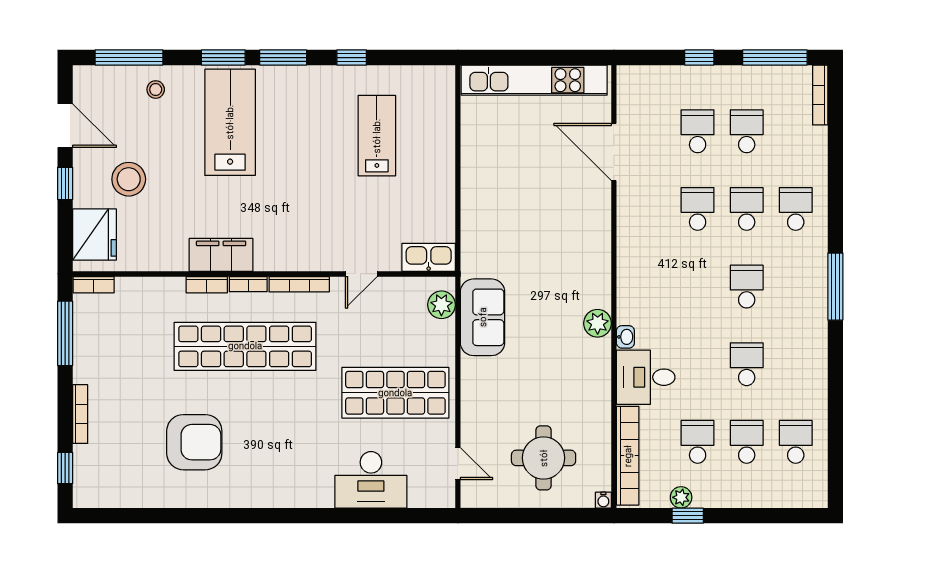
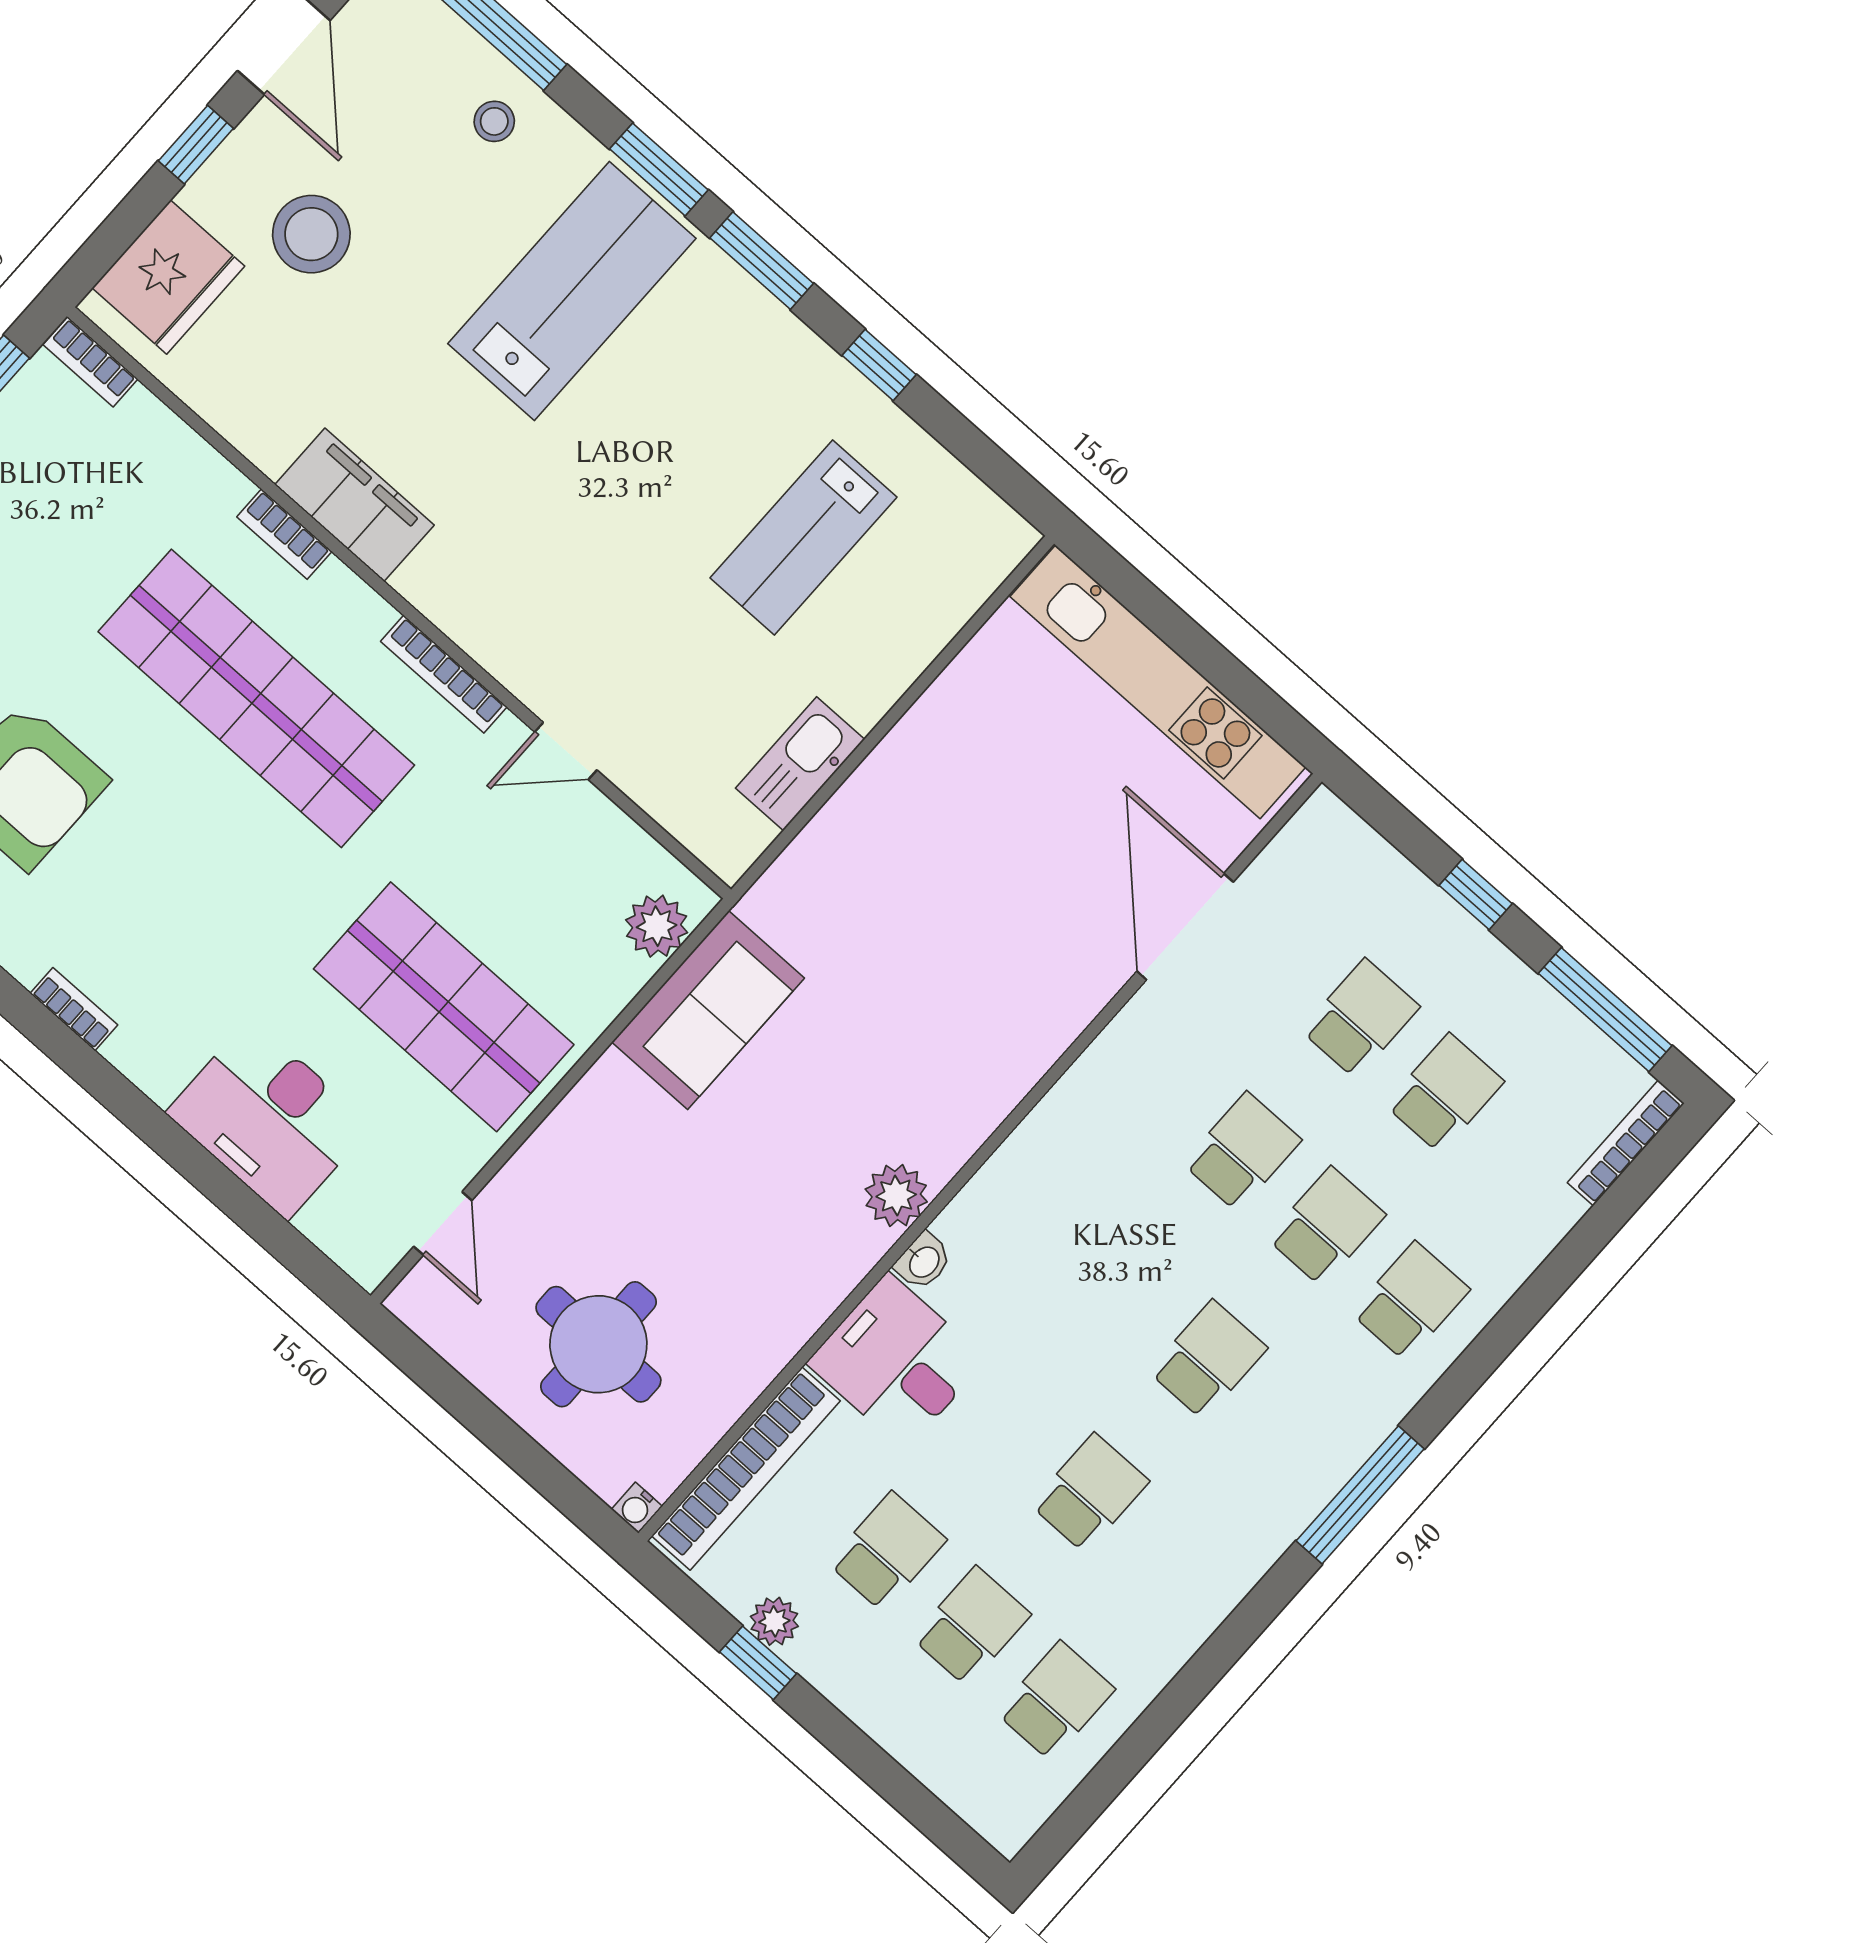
lab bench: (377, 136) -> (803, 537), turned 180
kitchen sink: (429, 257) -> (800, 764), moved, turned -90
bookcase: (248, 284) -> (74, 1009), moved, turned 180

